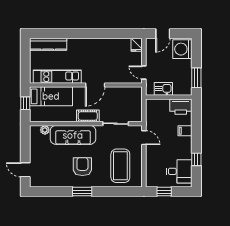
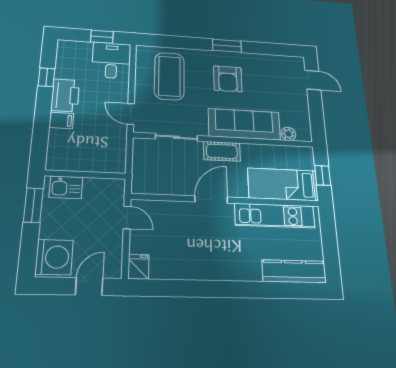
kitchen sink: (163, 89) -> (66, 187), moved
printer: (181, 107) -> (65, 95), moved, turned 90
desk: (179, 171) -> (111, 60), moved, turned 90

